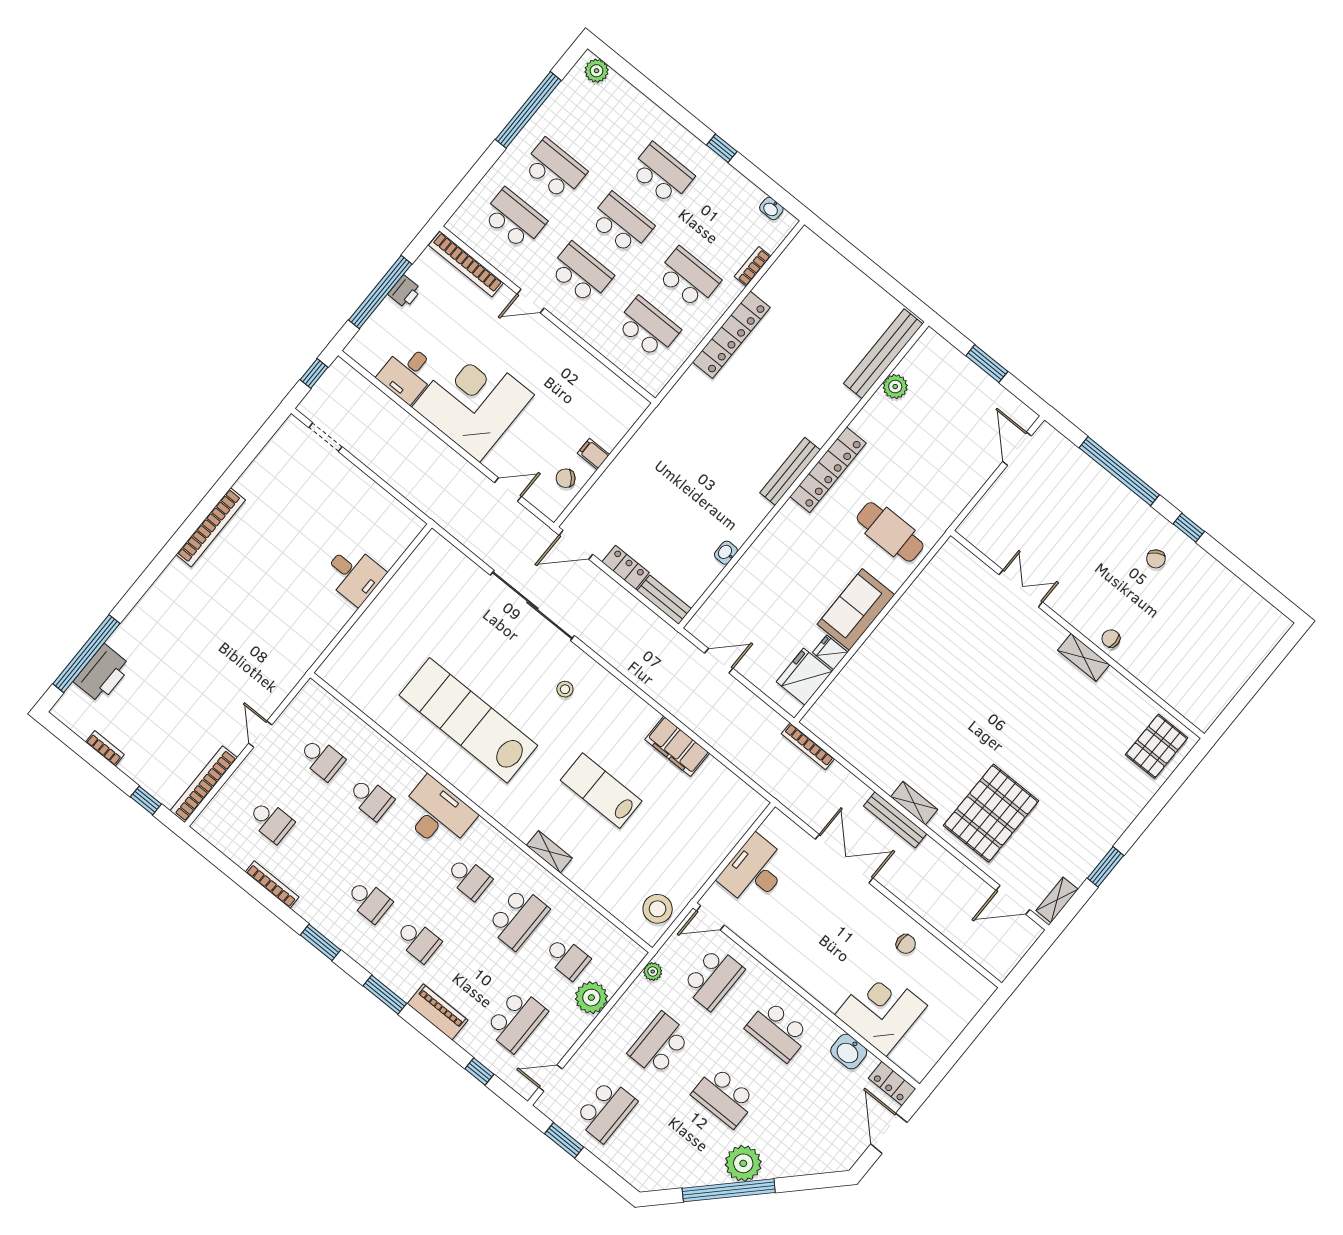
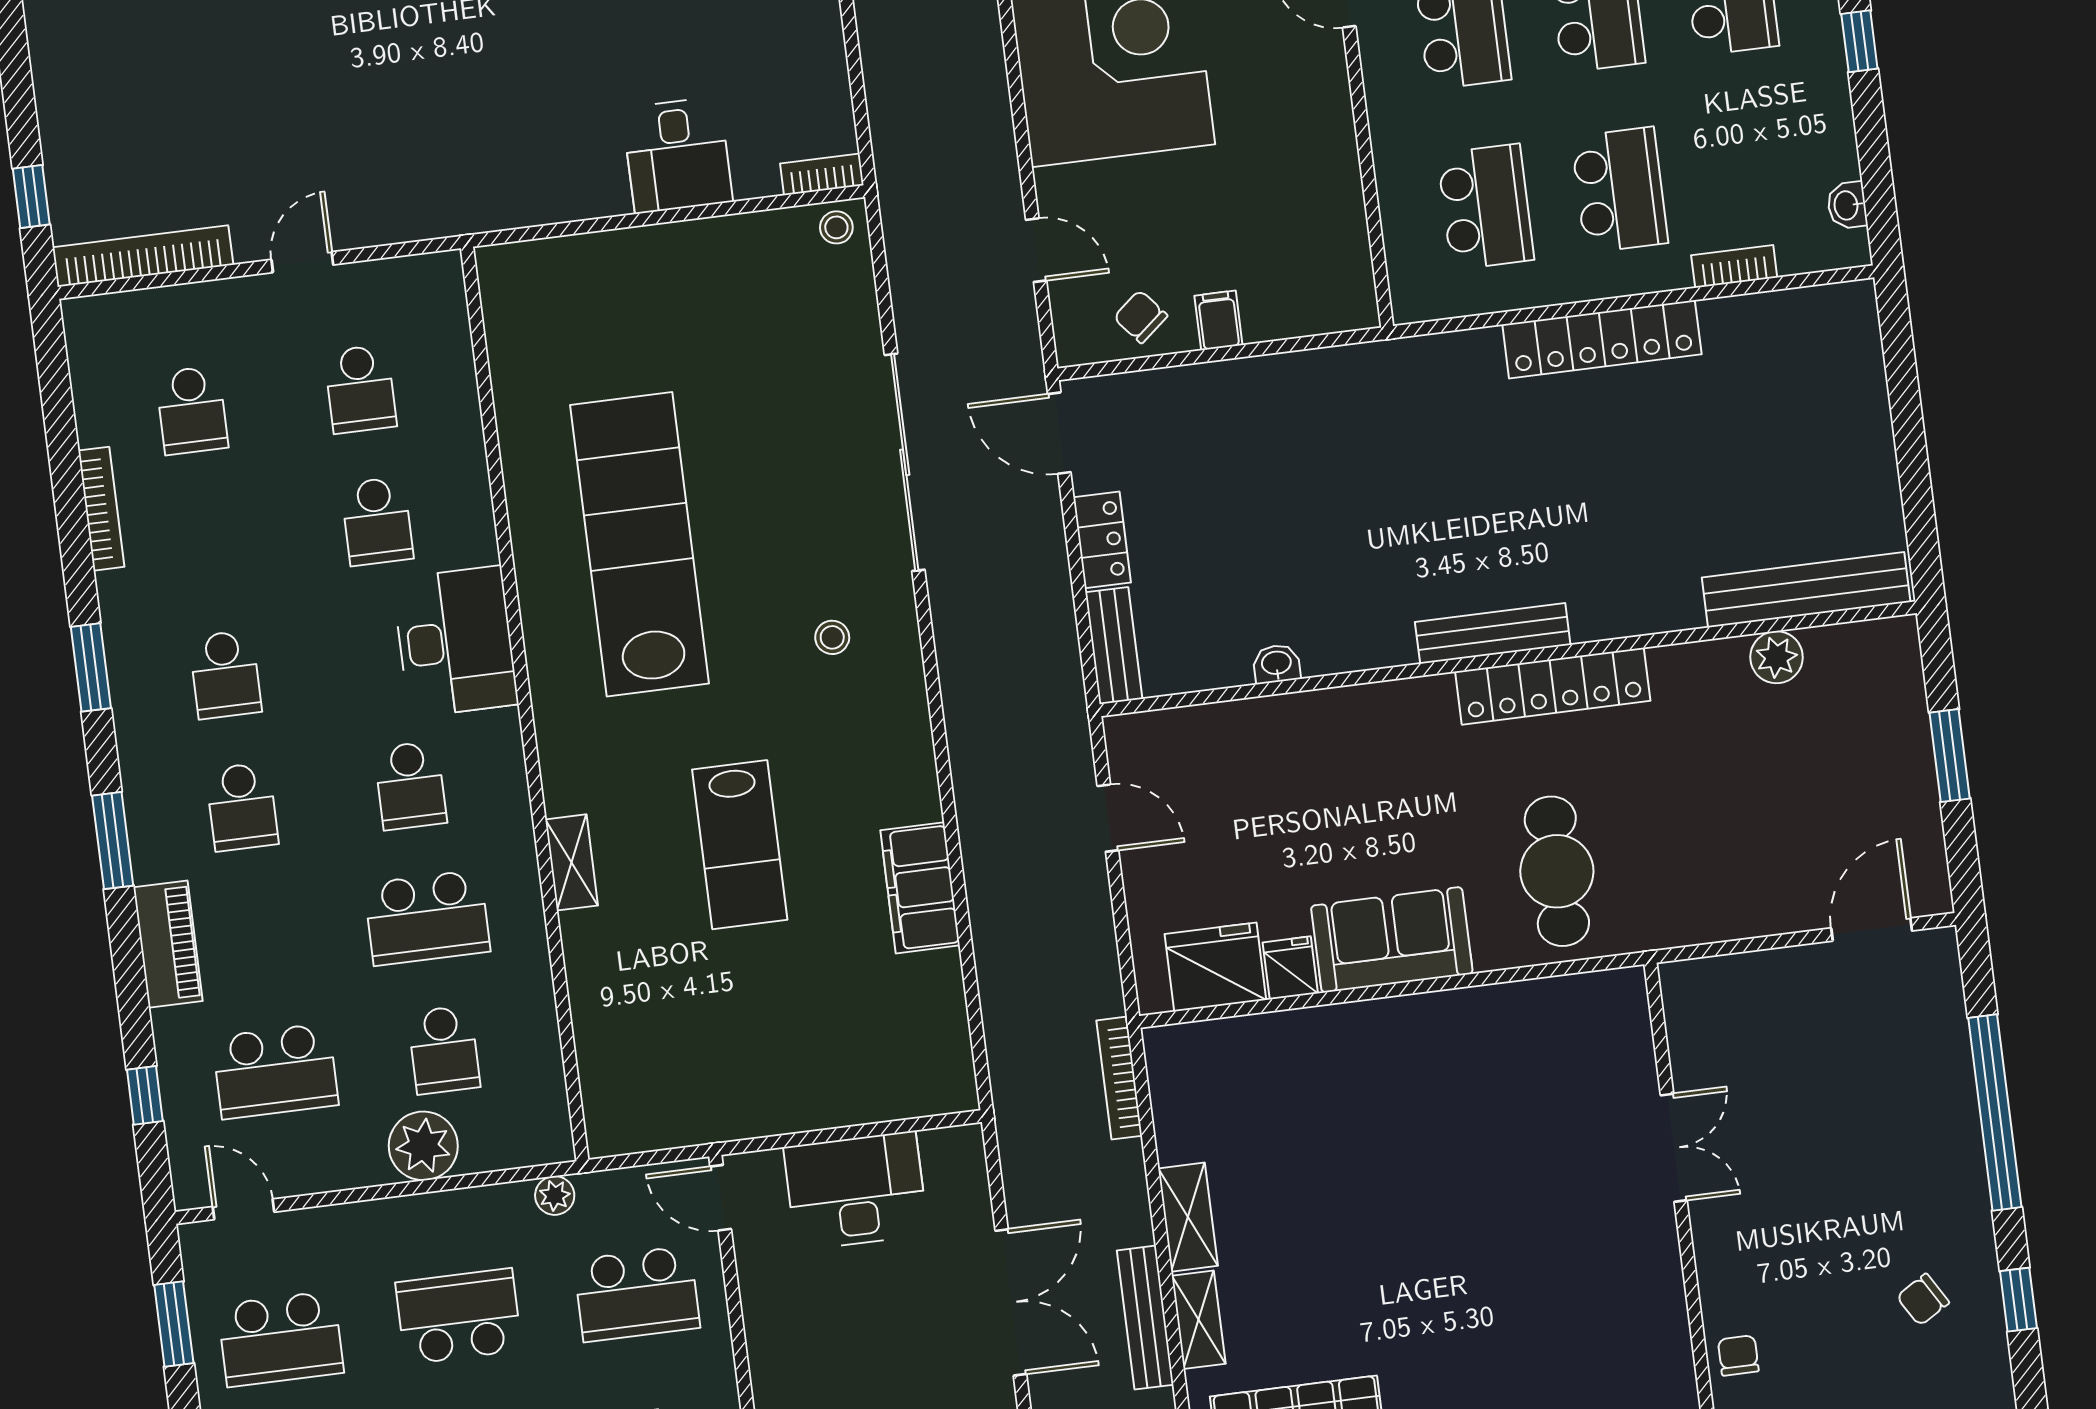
shelving: (1084, 657) -> (1188, 1217), moved
bookcase: (105, 748) -> (822, 174), moved, turned -90
lab bench: (601, 791) -> (740, 845), turned 180
stool: (658, 909) -> (836, 227), moved, width x0.53, depth x0.53

